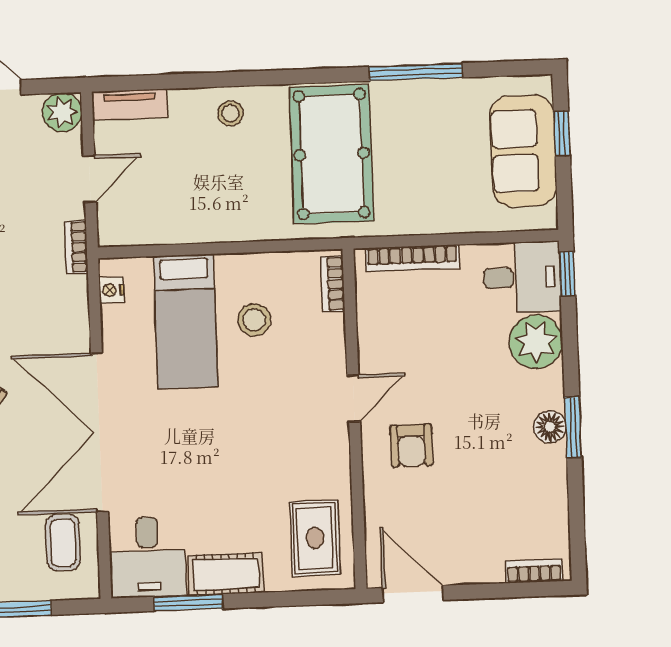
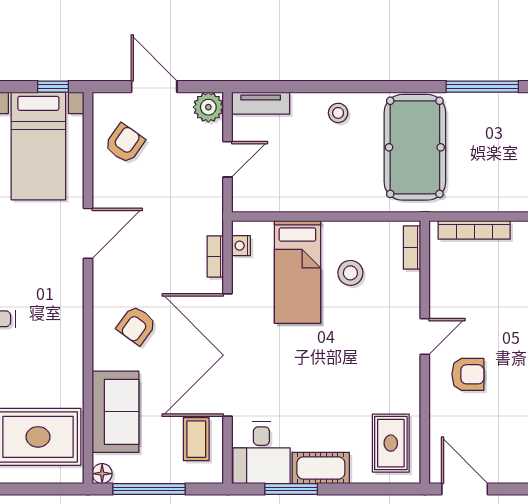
bookcase: (76, 247) -> (215, 256), moved
armchair: (411, 445) -> (468, 374), turned -90

